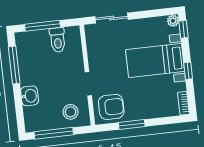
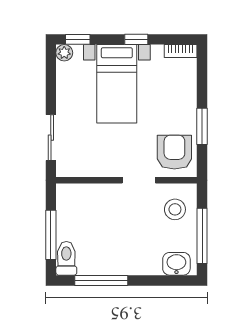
toilet: (58, 40) -> (66, 258), moved, turned -90
washbasin: (30, 96) -> (176, 264), moved

